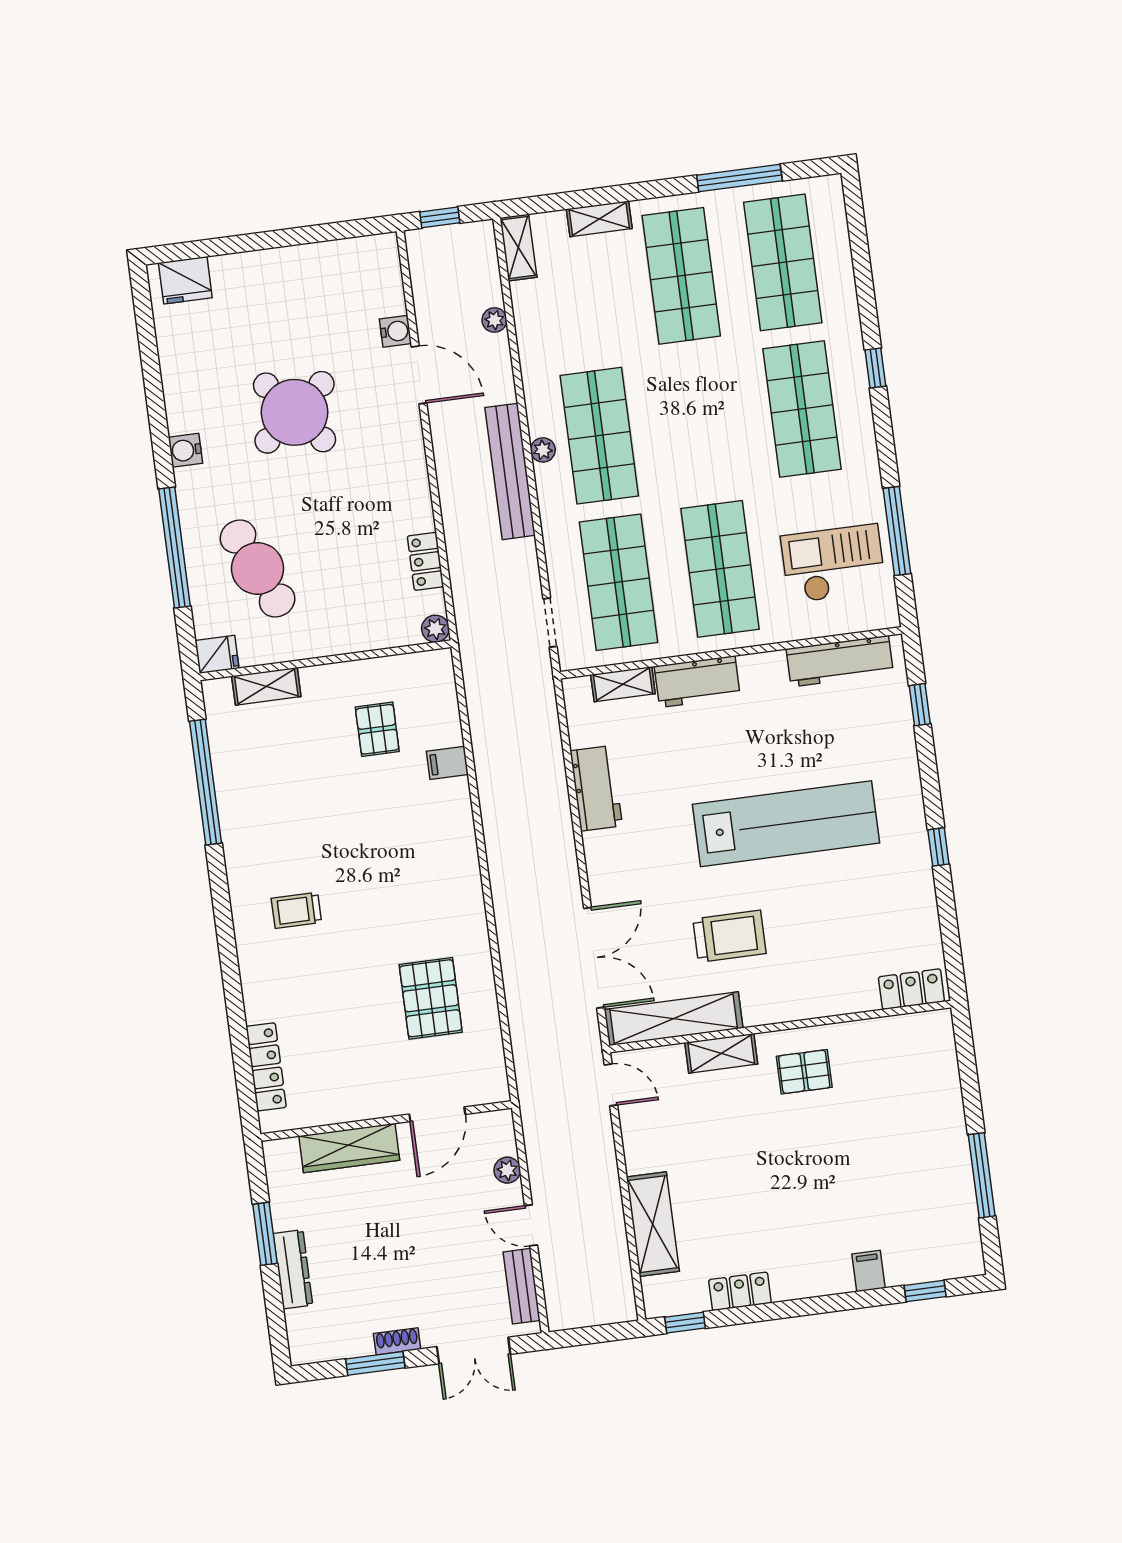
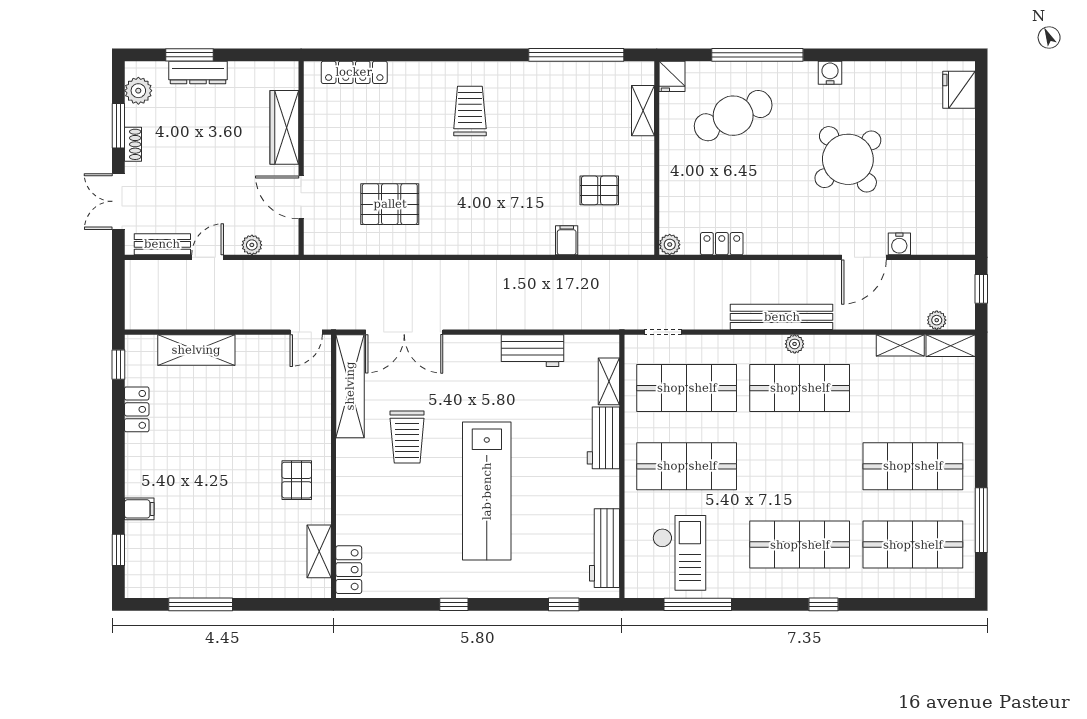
shelving: (599, 219) -> (900, 345), moved, turned 90
plant: (494, 320) -> (937, 320), moved
trolley: (296, 910) -> (470, 111), width x1.36, depth x1.39
shelving: (721, 1053) -> (319, 551), moved
window: (265, 1234) -> (189, 55), moved
plant: (327, 1344) -> (138, 91), added

